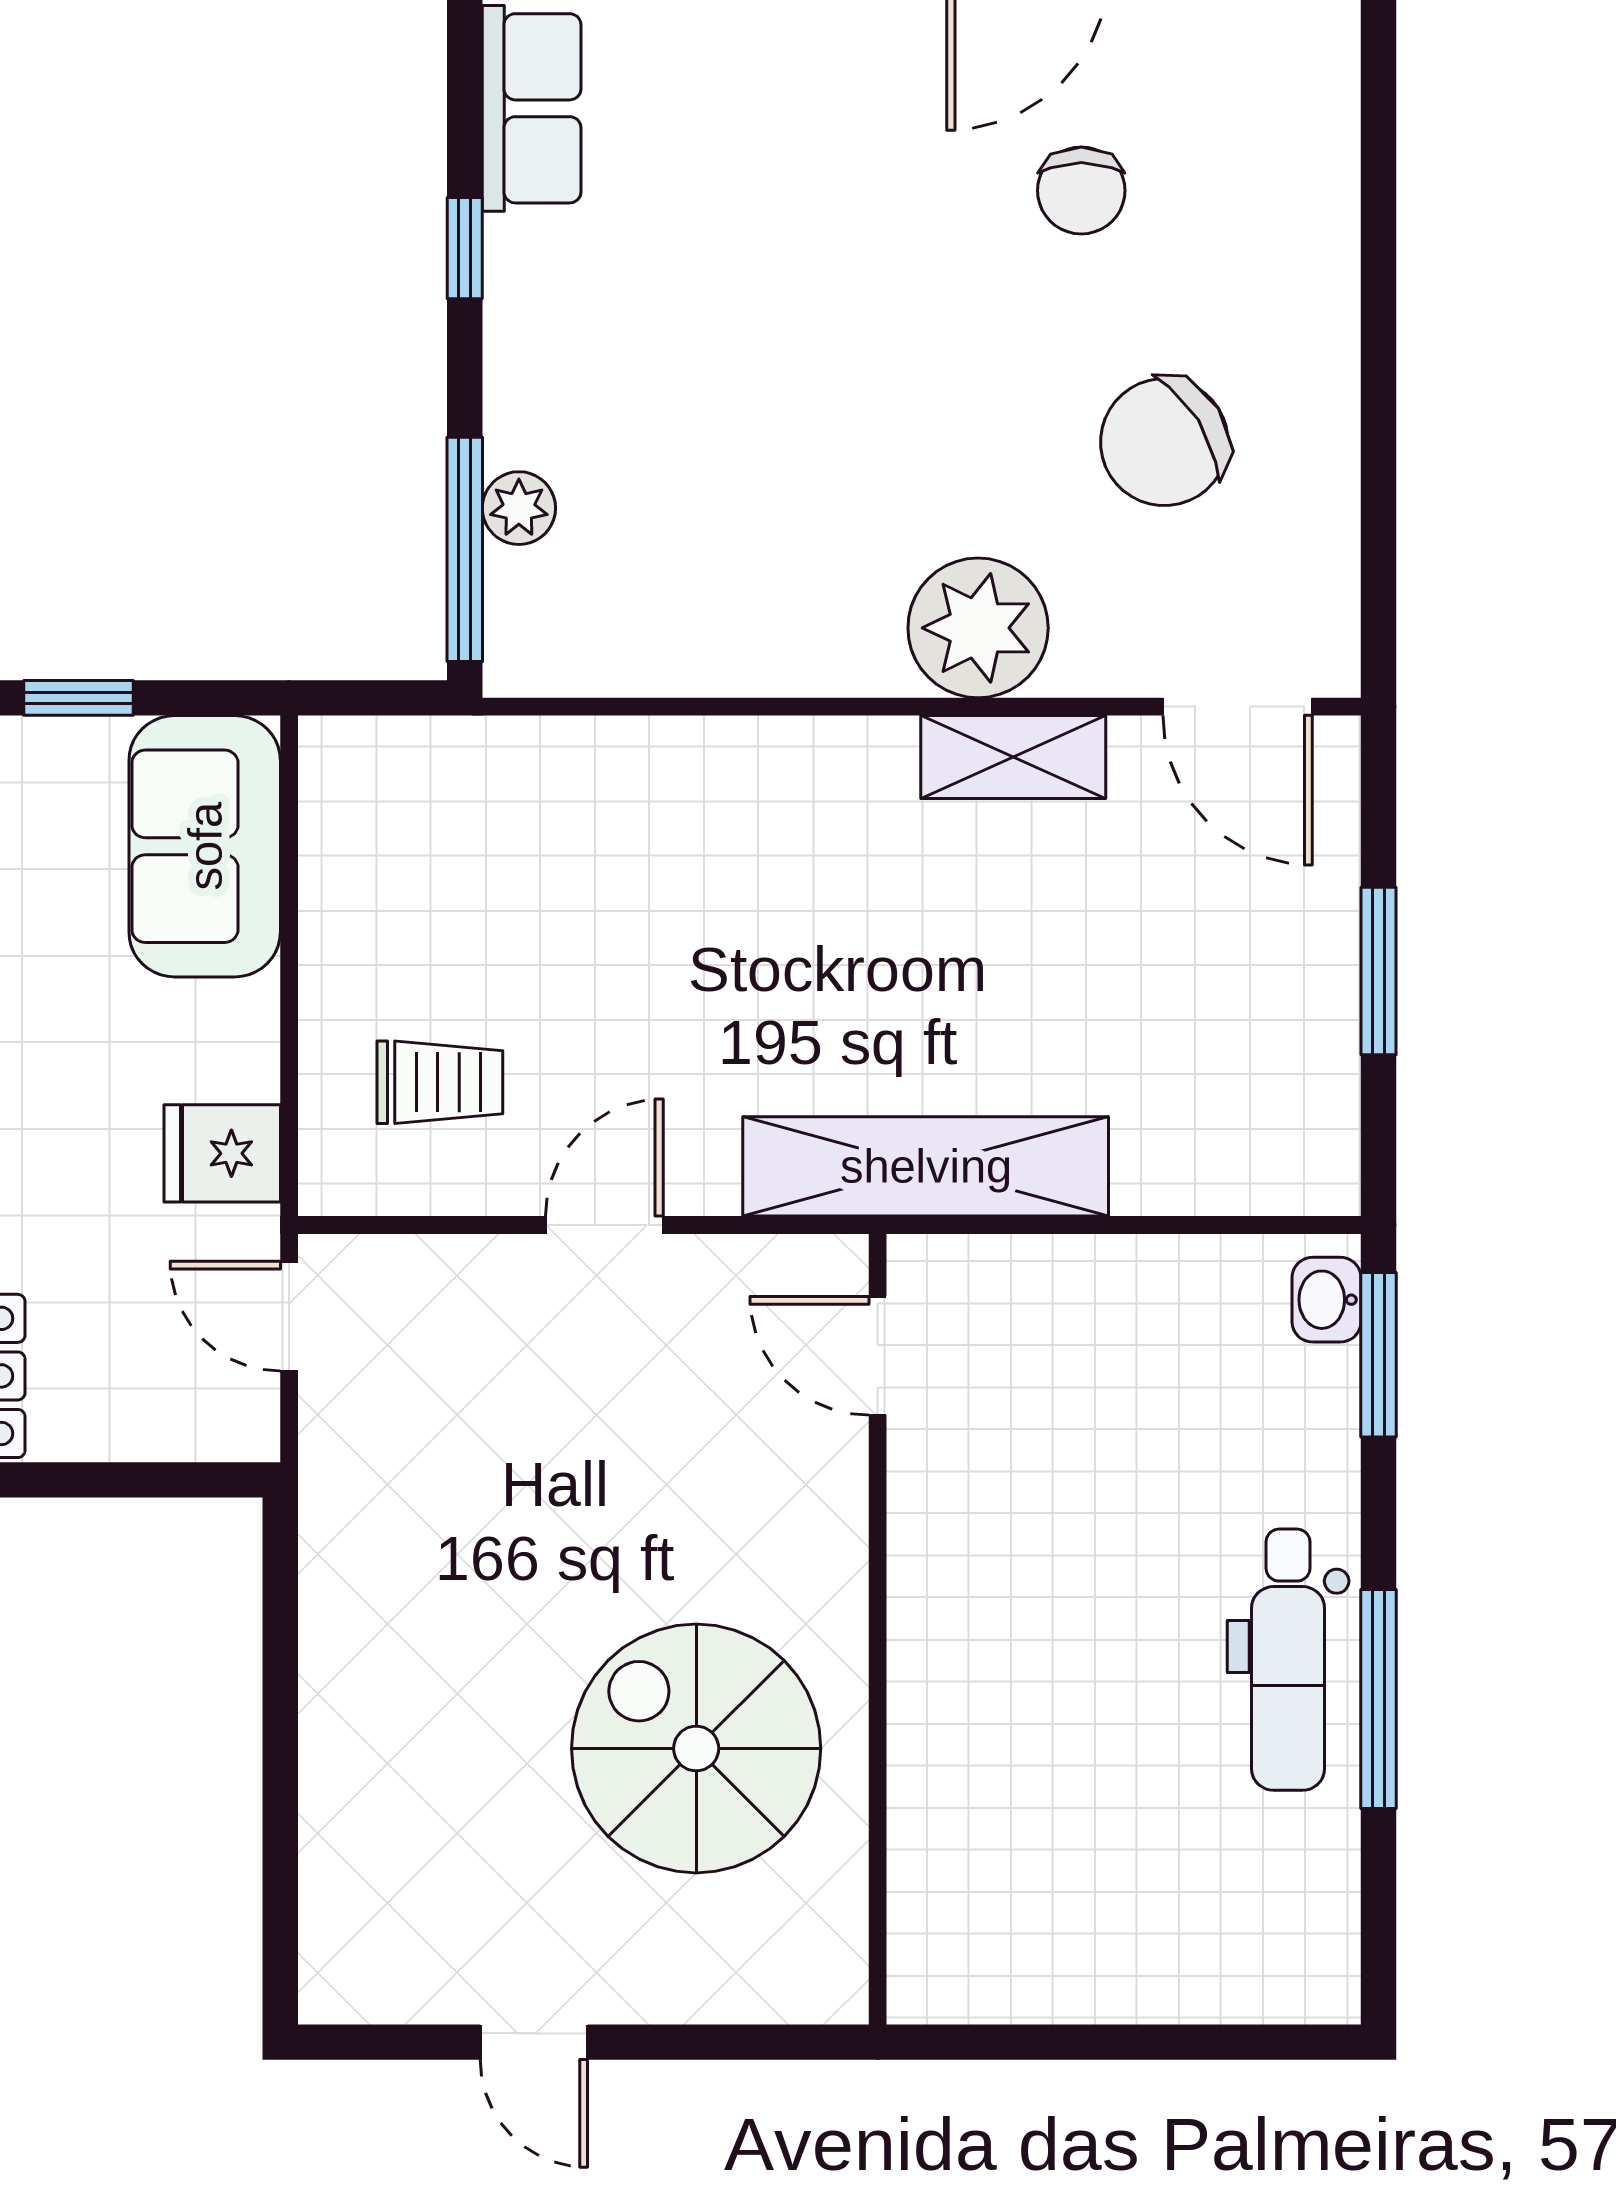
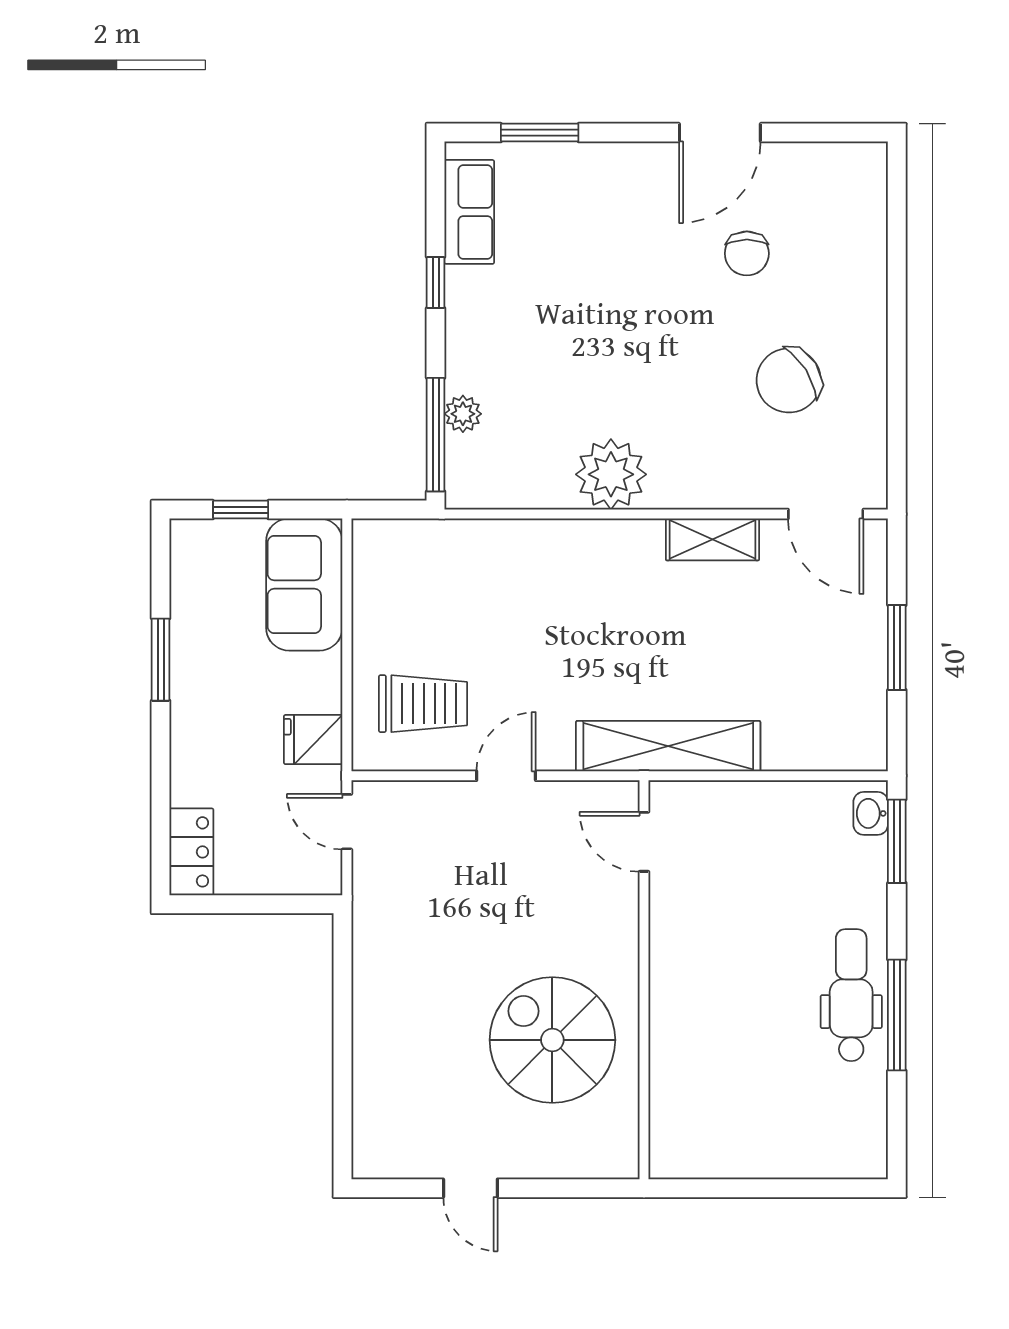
plant: (978, 628) -> (611, 474), moved
trolley: (440, 1082) -> (423, 704), width x1.36, depth x1.39
dental chair: (1288, 1660) -> (851, 995), turned 180

